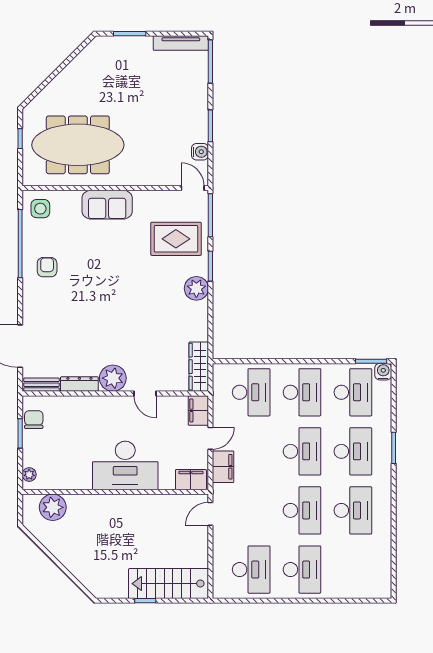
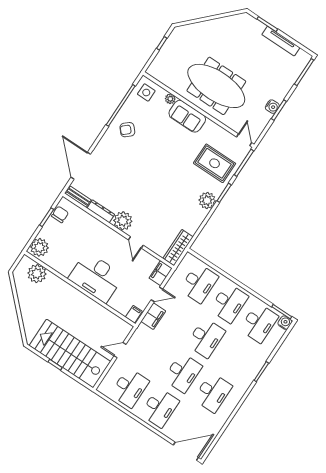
tv unit: (181, 43) -> (281, 41), moved
meeting table: (78, 145) -> (216, 86), moved
water cooler: (200, 152) -> (272, 107), moved
plant: (73, 197) -> (170, 99), added
armchair: (47, 267) -> (127, 130), turned -131
desk: (353, 451) -> (236, 358), removed
plant: (29, 475) -> (39, 247), width x1.88, depth x1.88
filing cabinet: (191, 480) -> (134, 314), width x0.50
door: (210, 514) -> (120, 350), moved
stairs: (168, 584) -> (70, 354), width x1.36, depth x1.51
door: (367, 601) -> (186, 451), added

